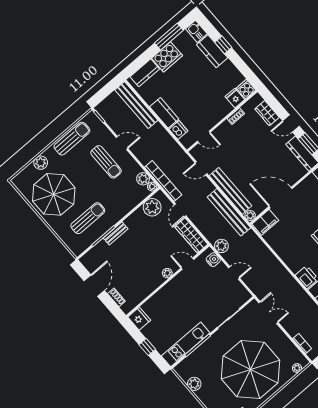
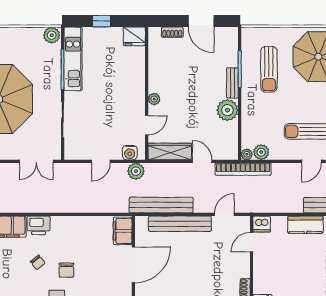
dishwasher: (178, 130) -> (262, 224), moved
plant: (152, 207) -> (227, 110), moved
plant: (250, 216) -> (141, 222), removed
plant: (194, 384) -> (52, 35), moved

